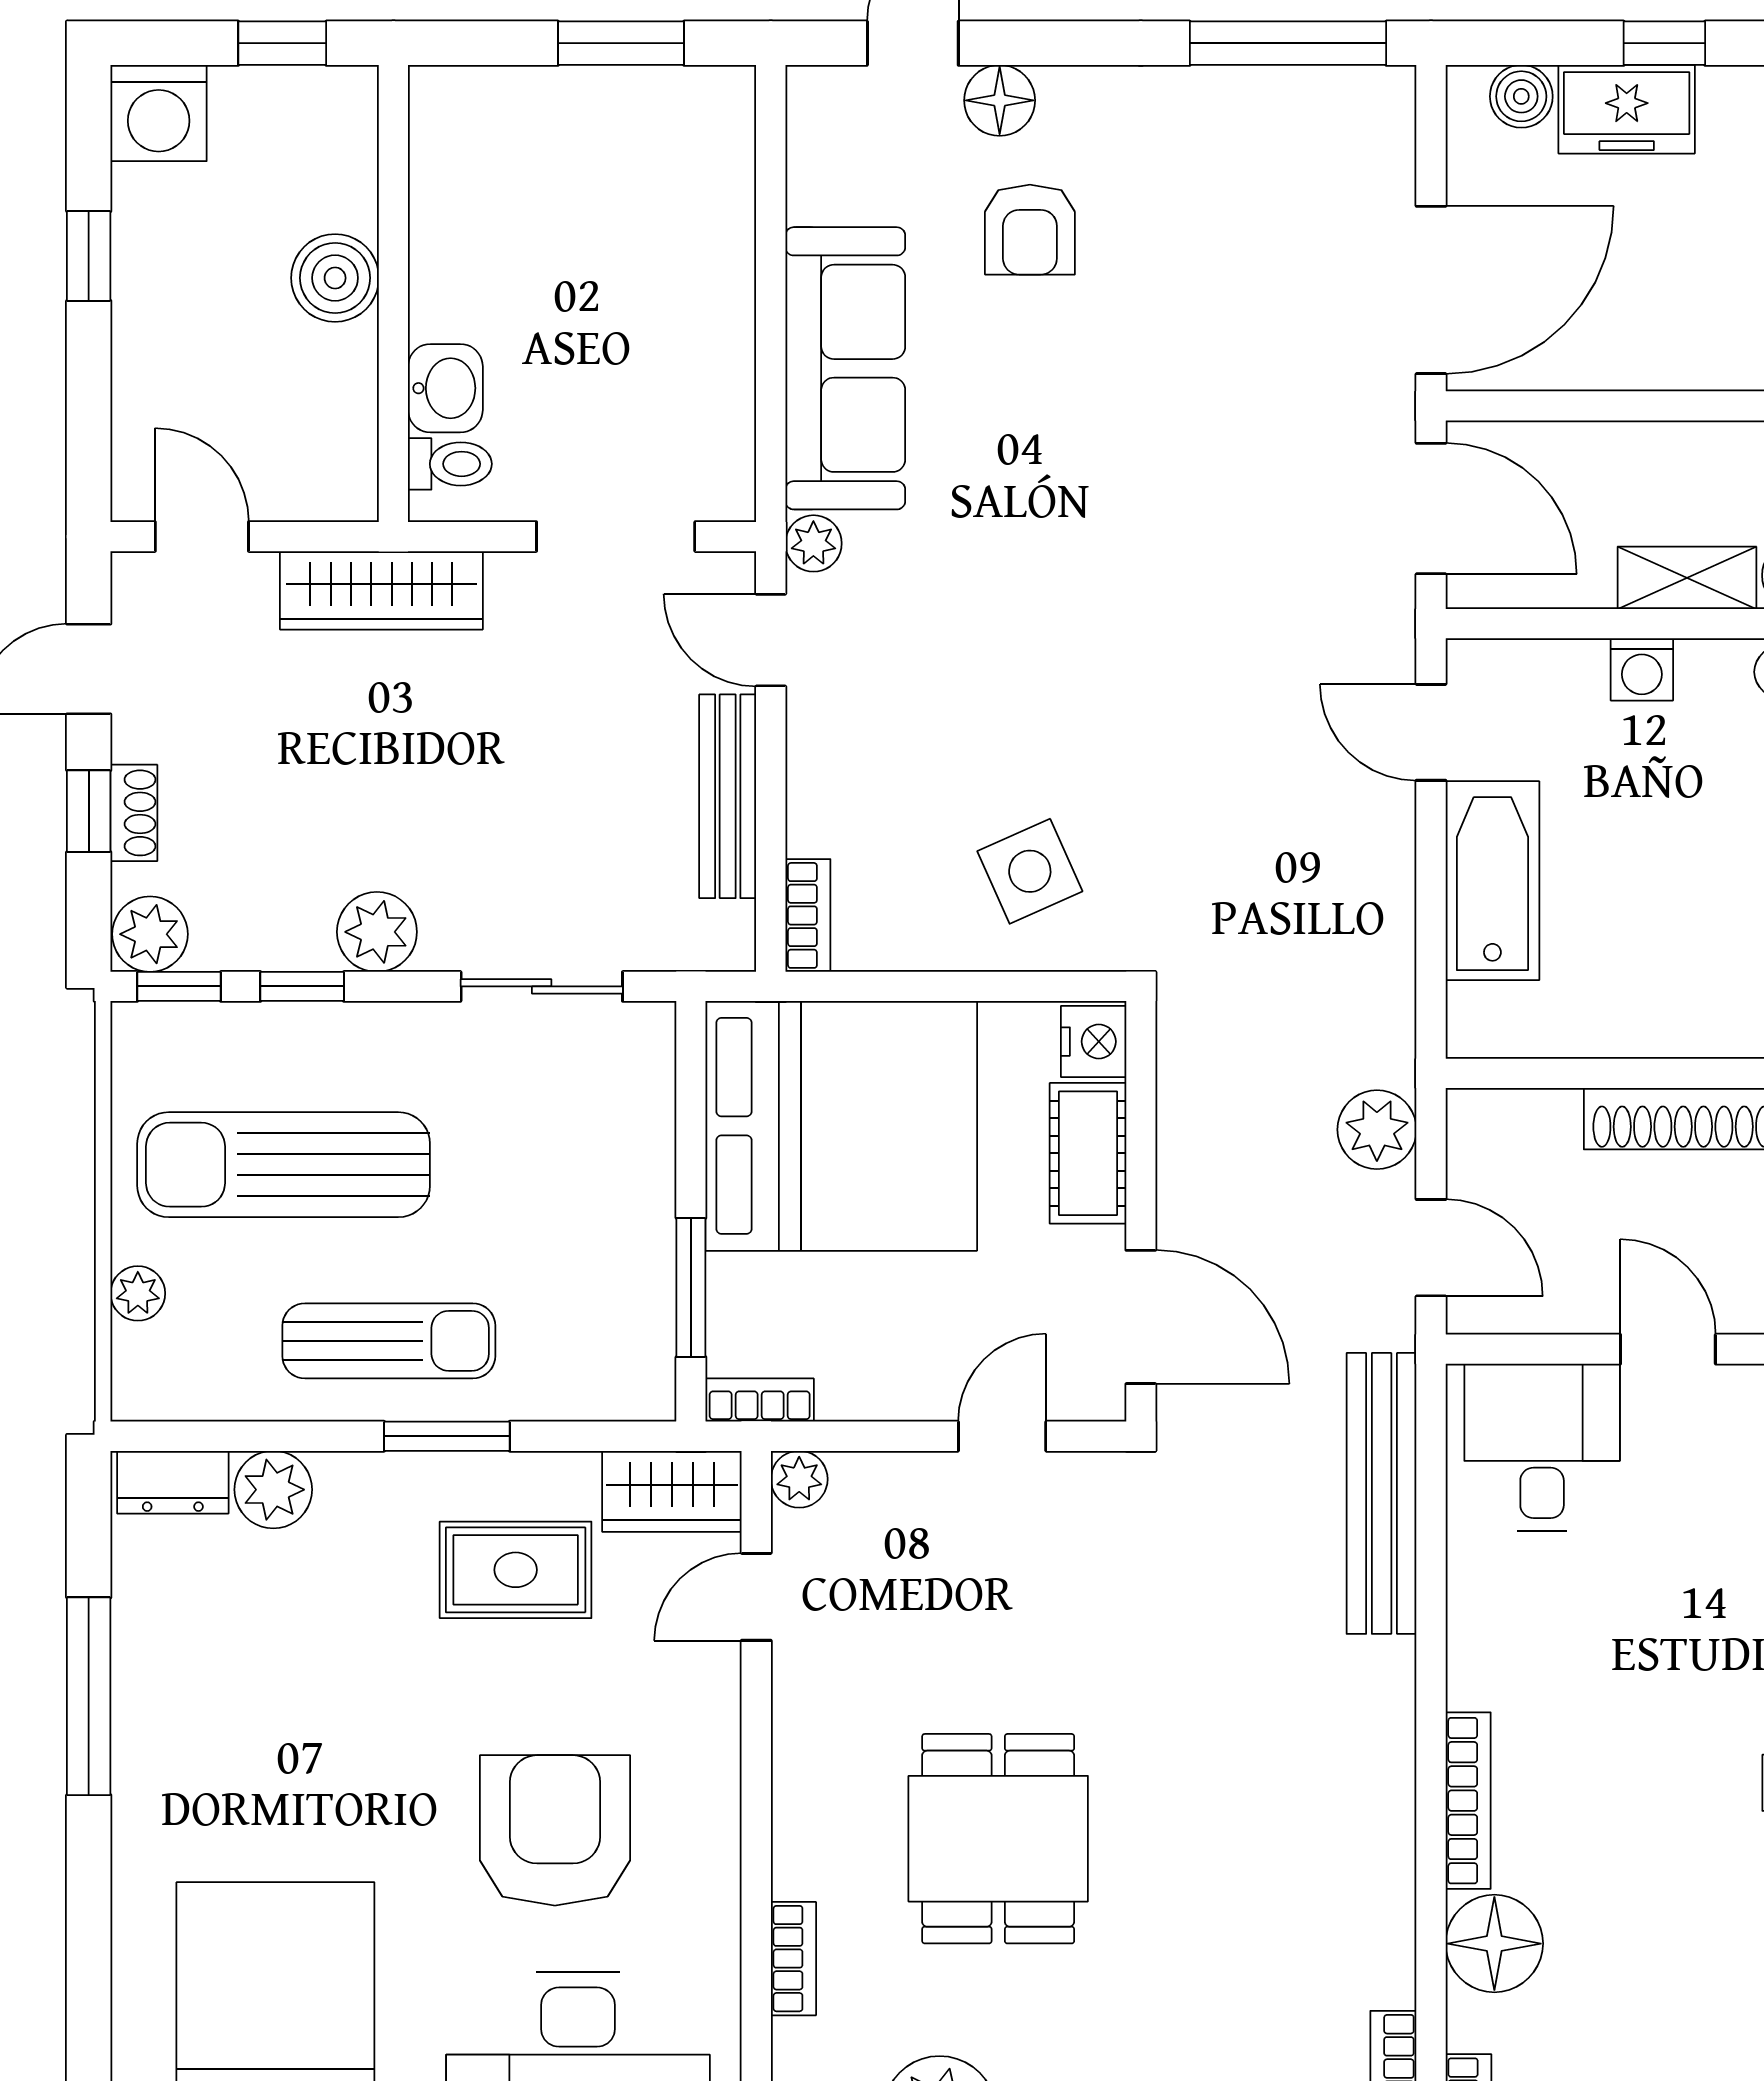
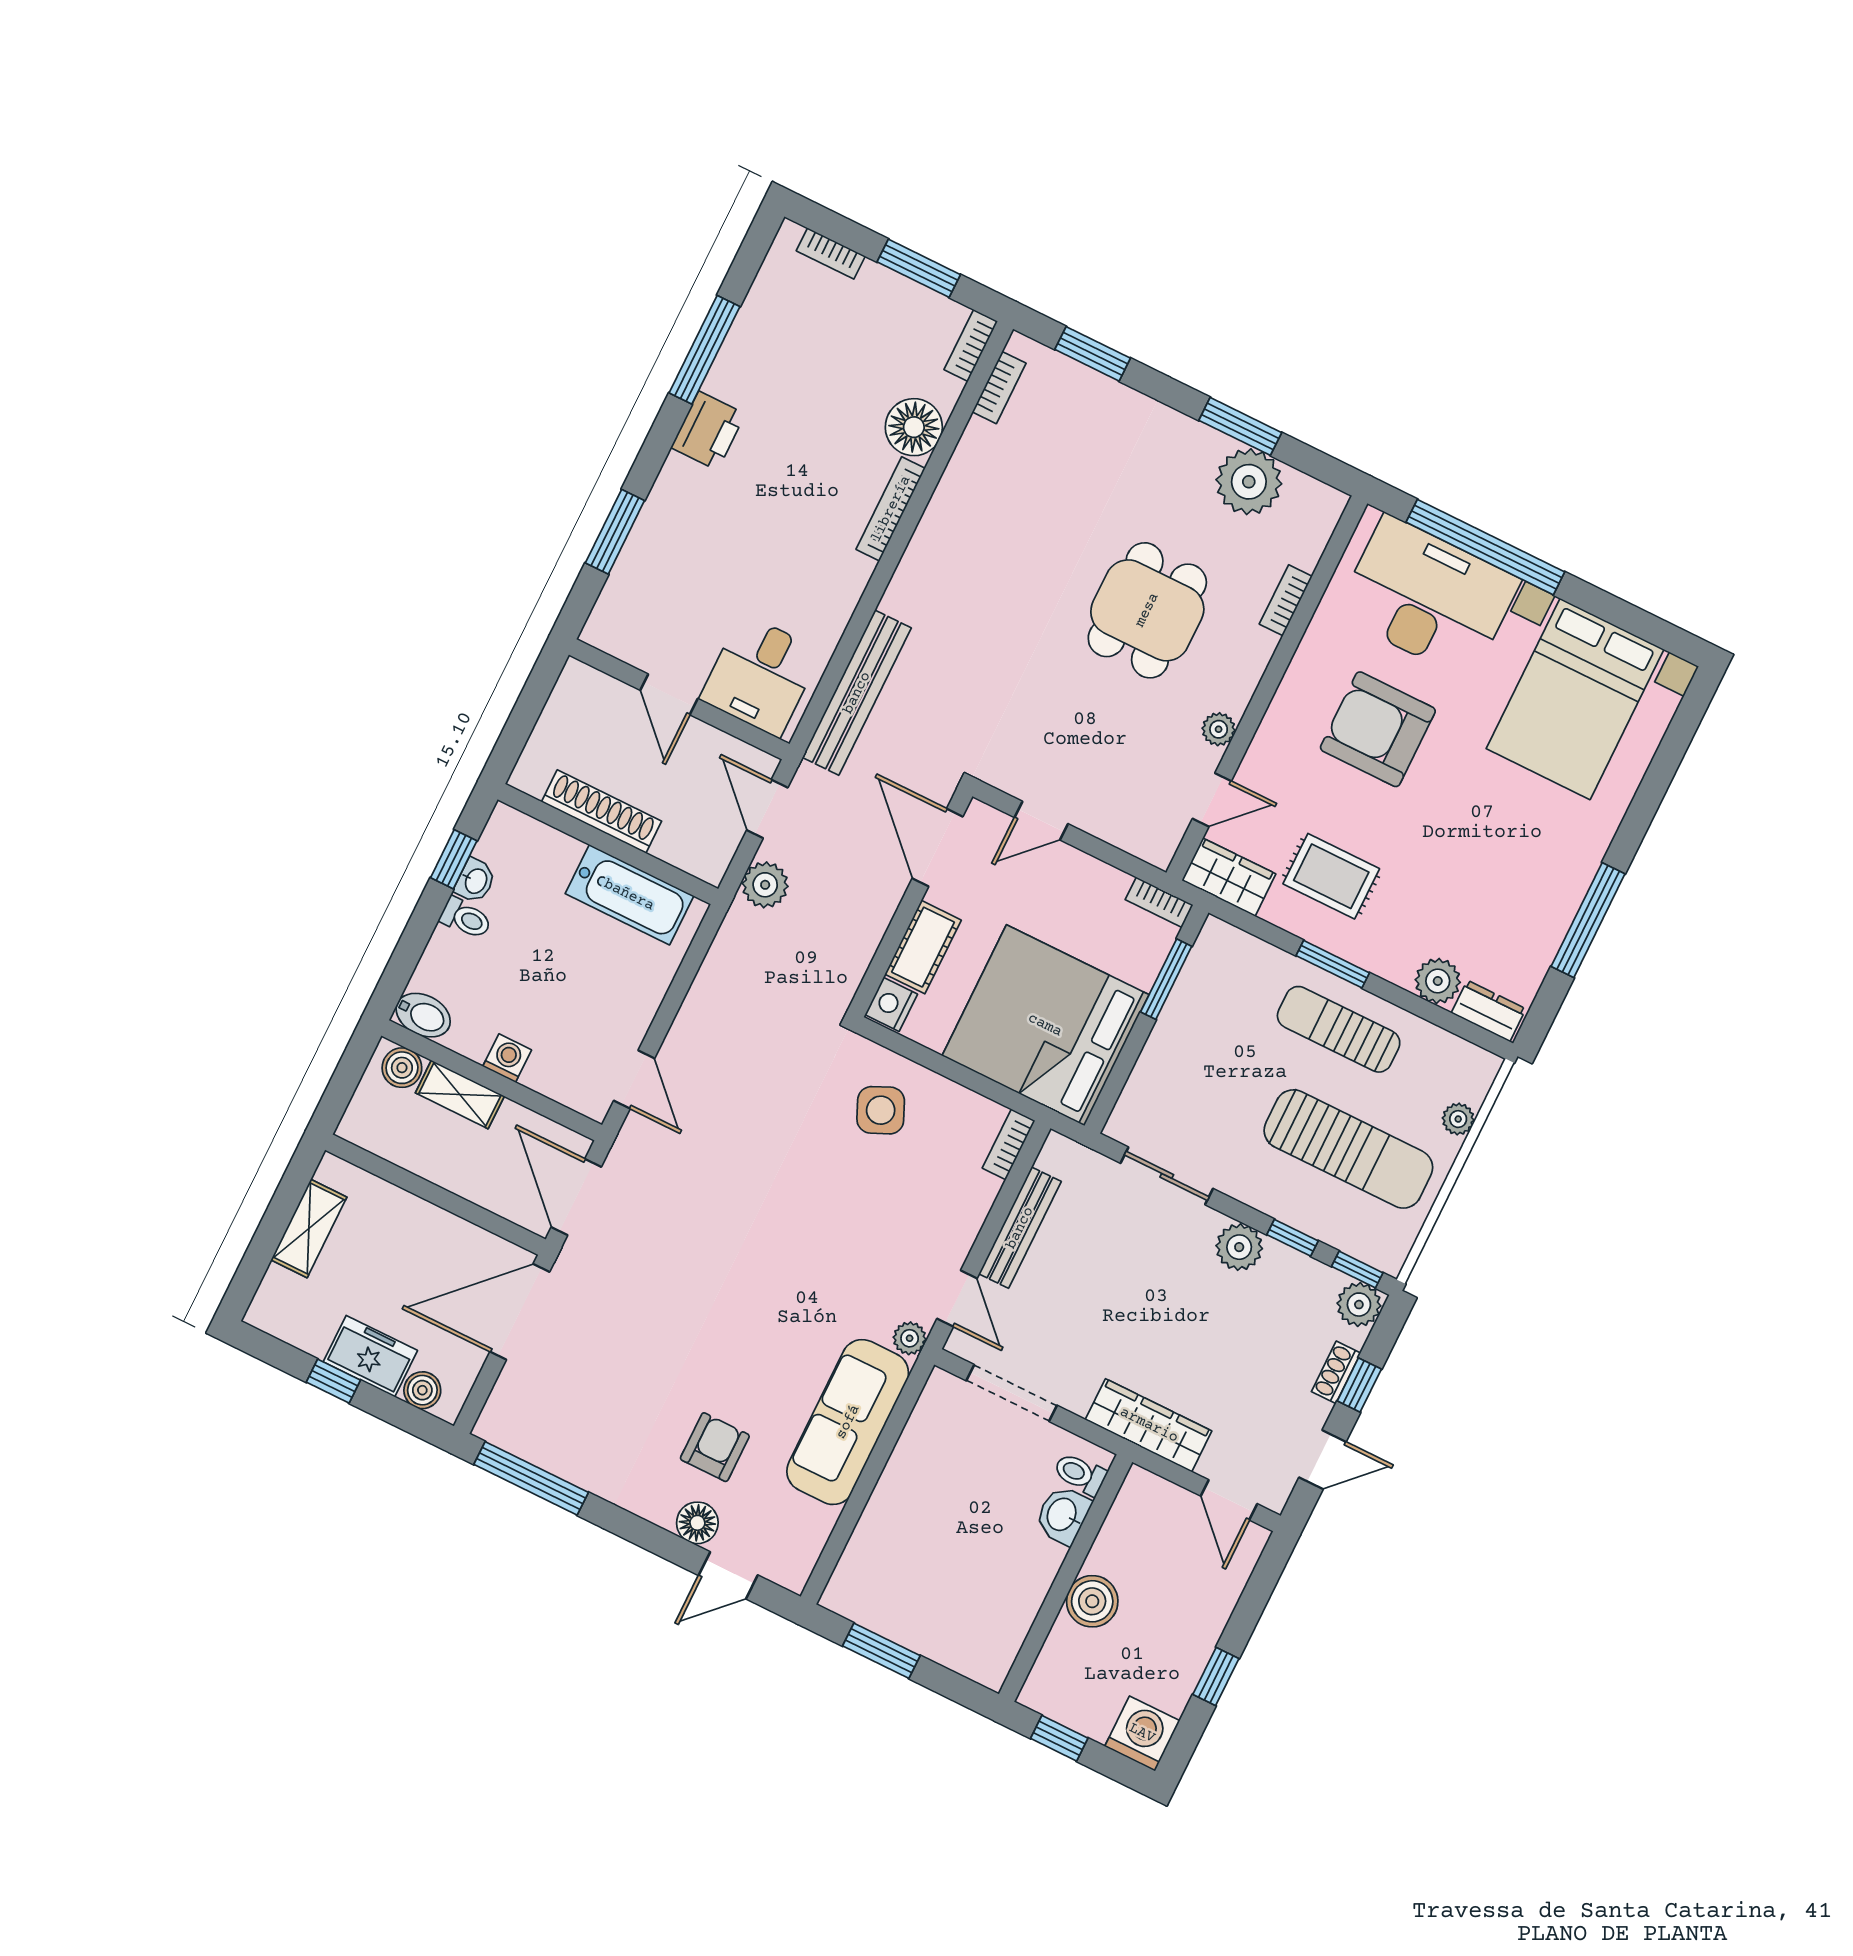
bathtub: (1492, 881) -> (629, 895), moved, turned -90
plant: (799, 1479) -> (1219, 729), moved
armchair: (555, 1830) -> (1378, 729), turned 90

